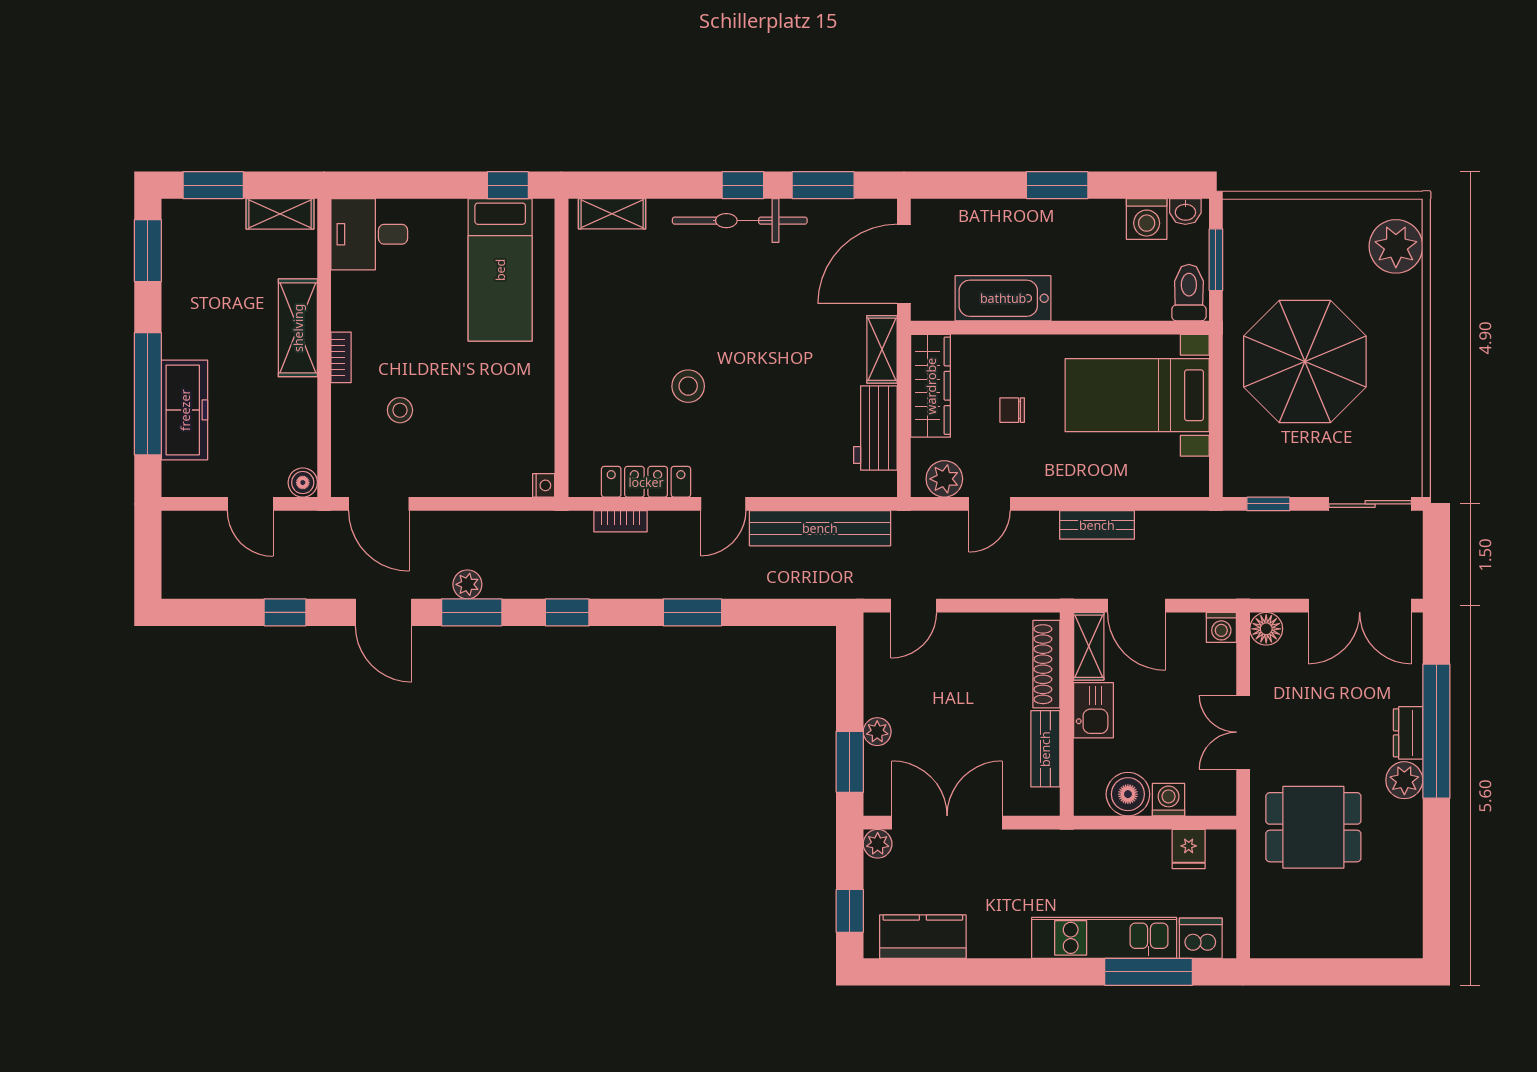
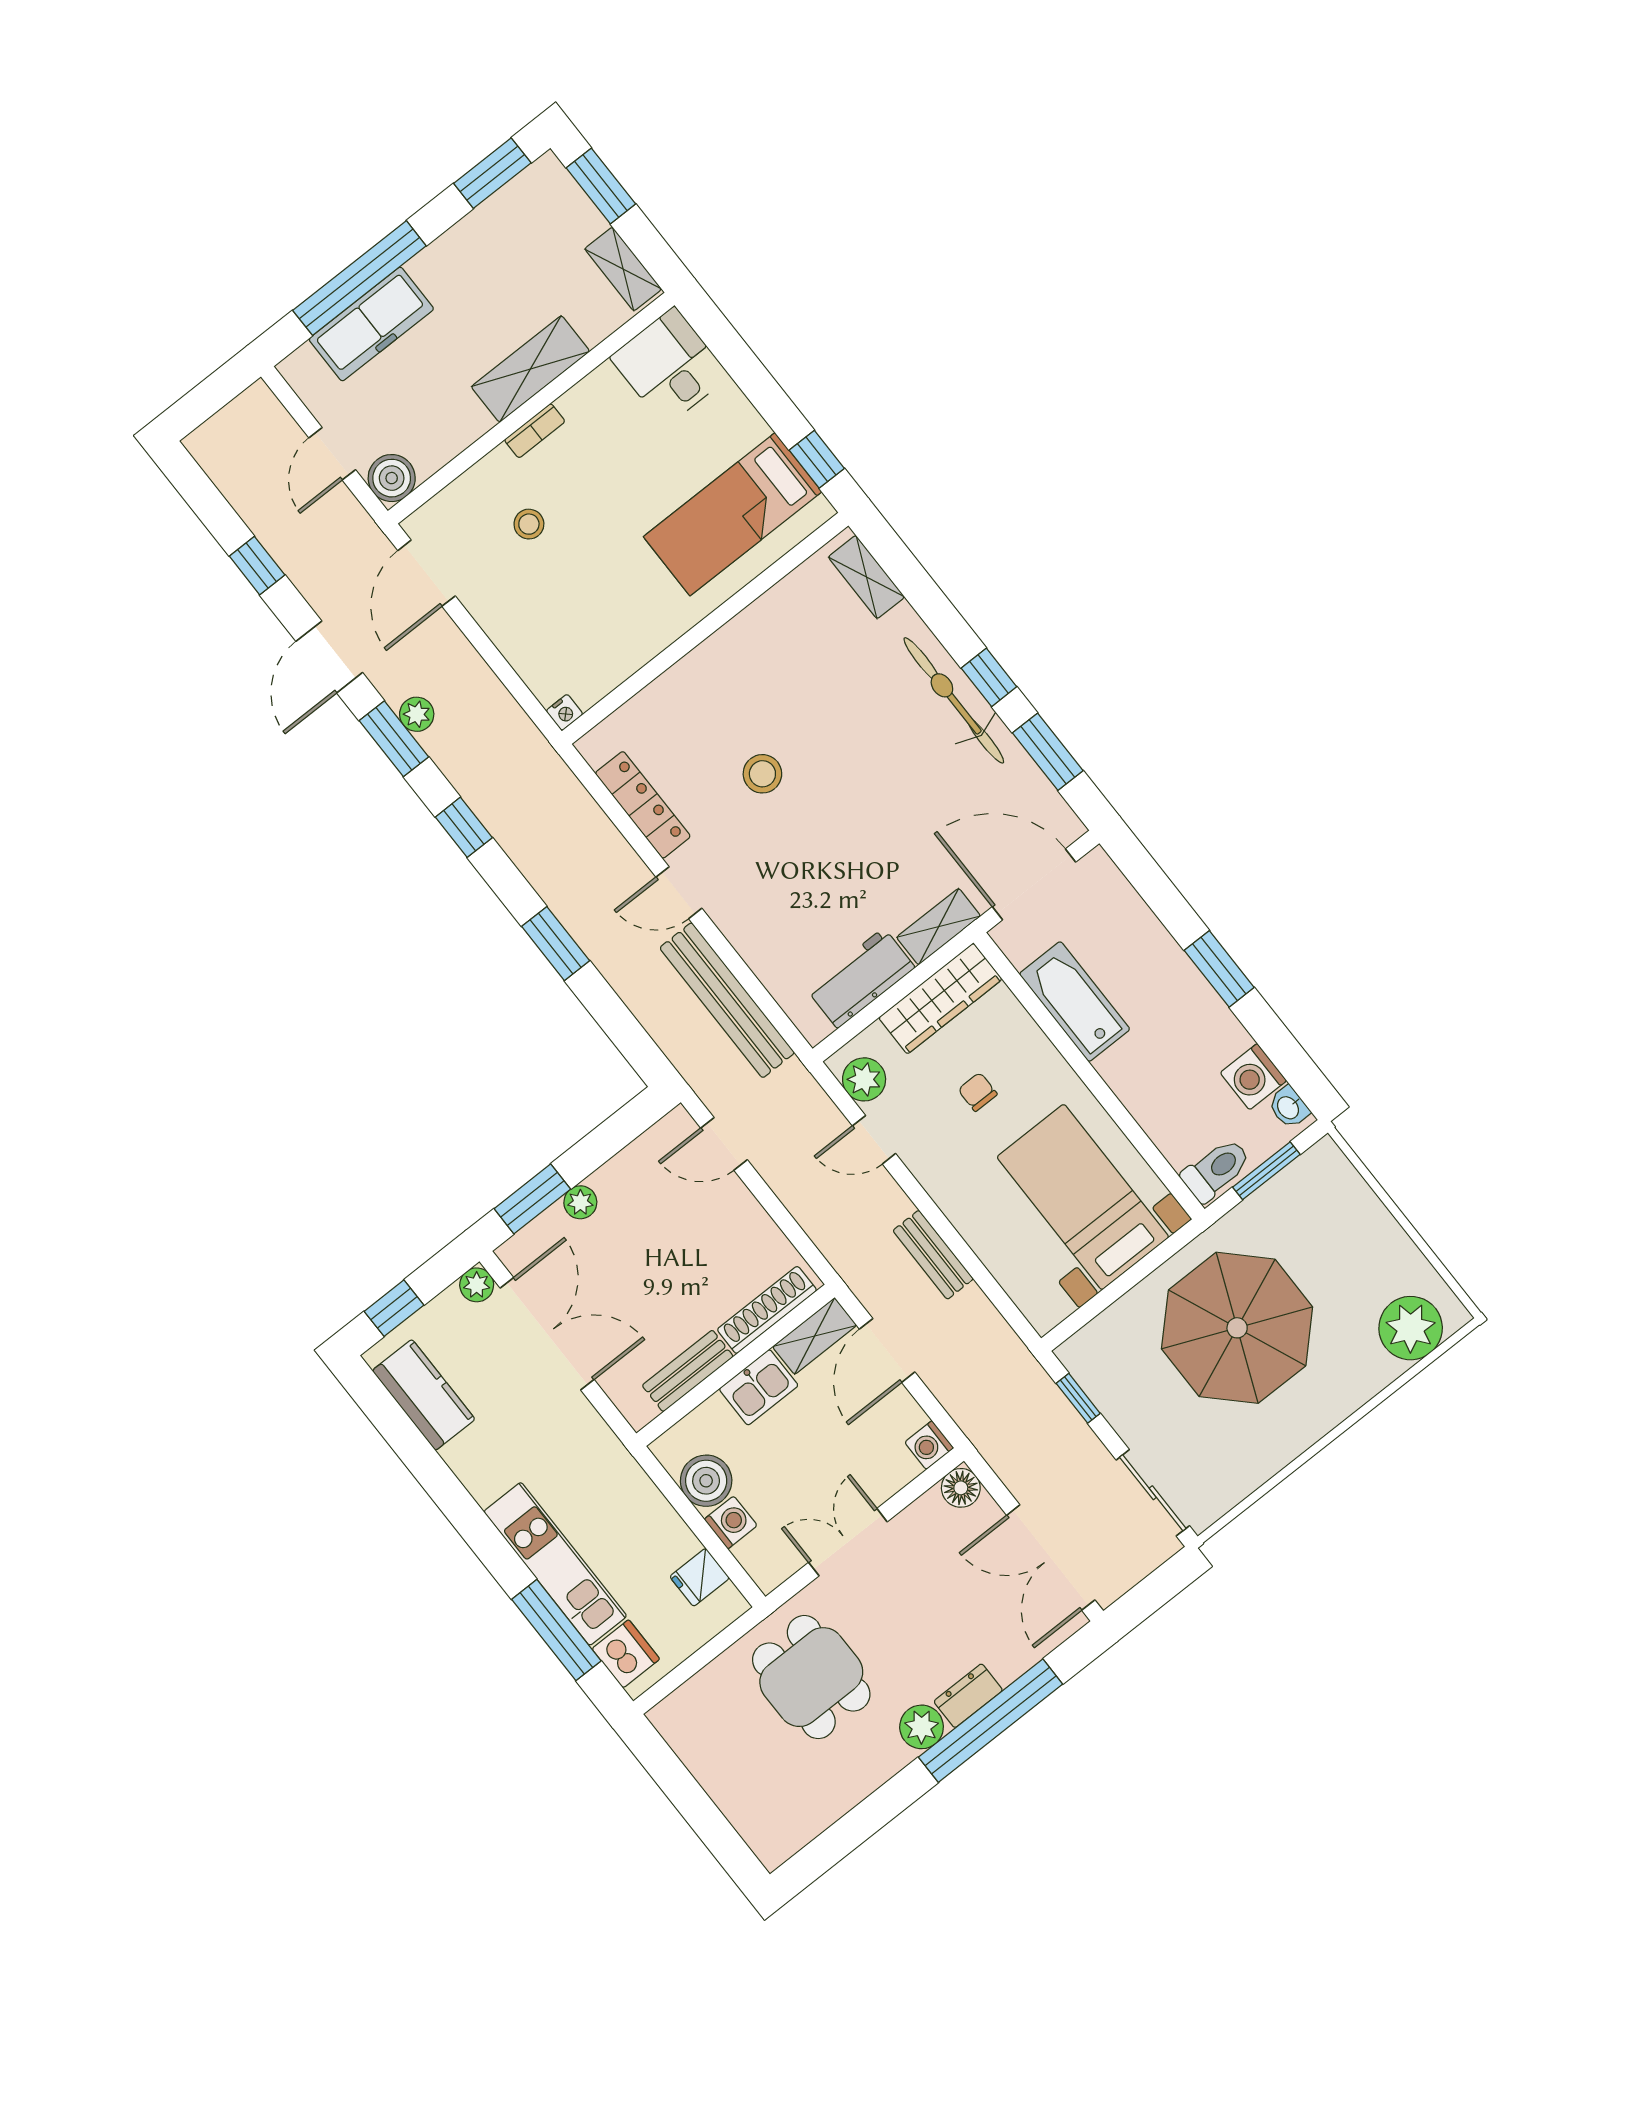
boiler: (303, 483) -> (392, 478), width x1.36, depth x1.36
bookcase: (620, 521) -> (587, 810), removed

